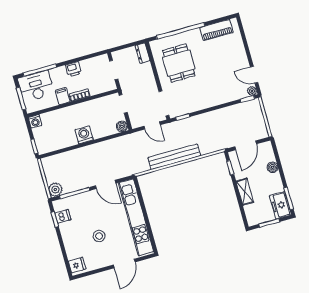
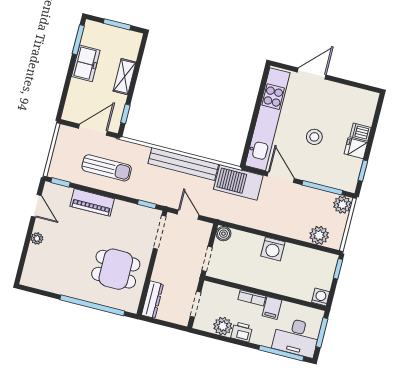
piano: (217, 30) -> (92, 202), moved, turned 180
dresser: (143, 53) -> (152, 300), width x1.44
dining table: (179, 63) -> (116, 269), turned 90
plant: (88, 66) -> (223, 326), added
plant: (252, 91) -> (37, 238), moved
sun lounger: (222, 126) -> (107, 168), added
plant: (59, 161) -> (319, 235), added
barbecue: (131, 165) -> (238, 182), added
boiler: (272, 167) -> (76, 87), removed
freezer: (280, 205) -> (86, 63), moved
dishwasher: (63, 216) -> (361, 132), moved
stool: (99, 236) -> (314, 137), moved
fridge: (77, 265) -> (356, 148), moved

